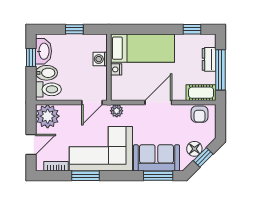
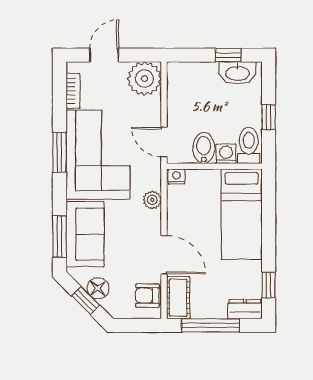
dresser: (209, 59) -> (245, 309), moved
nightstand: (116, 69) -> (177, 177), moved
bidet: (46, 73) -> (204, 148), moved, turned 180
toilet: (48, 89) -> (249, 145), moved, turned 180
door: (158, 103) -> (164, 255), moved
plant: (117, 111) -> (152, 200), moved
door: (31, 144) -> (104, 55), swing flipped
window: (85, 176) -> (59, 152), moved

